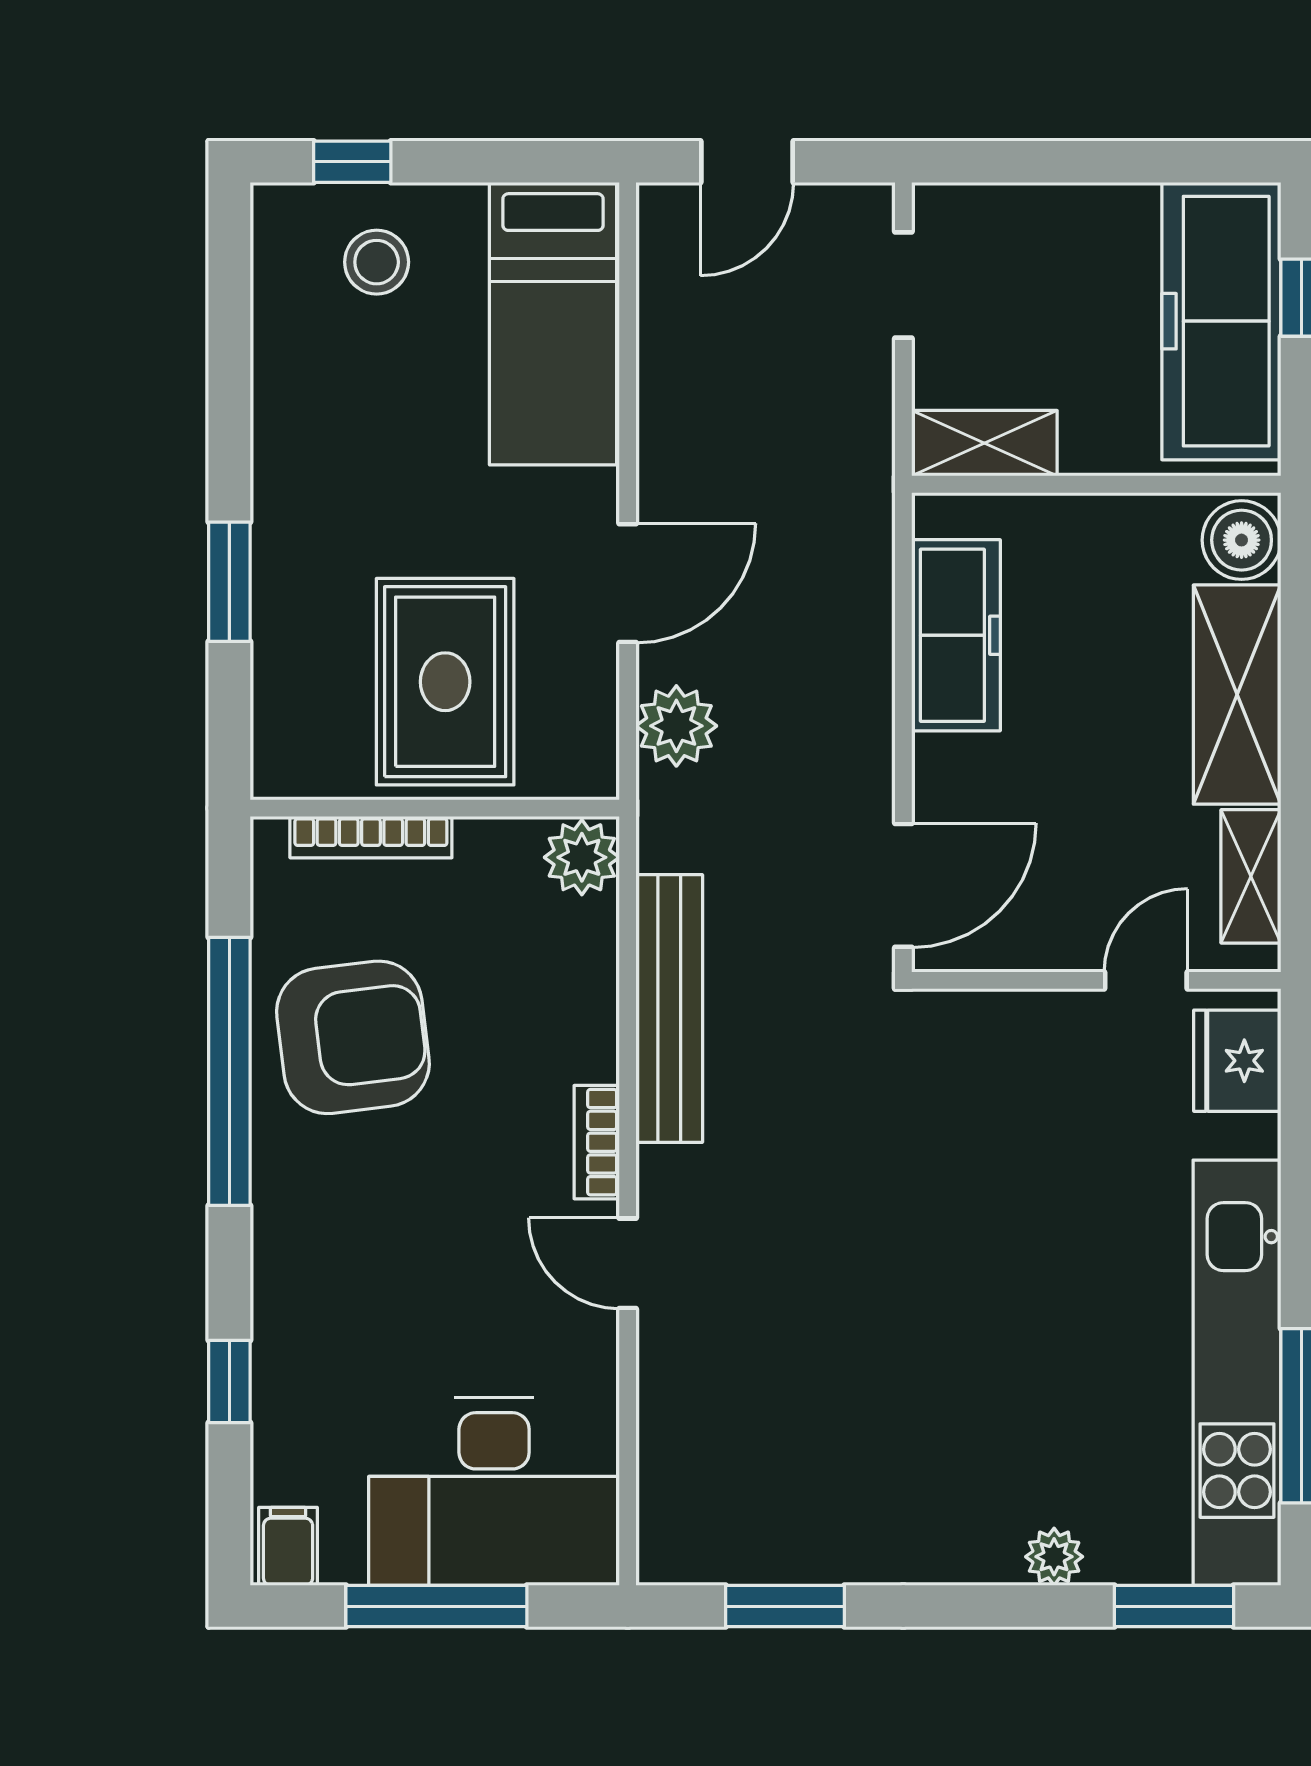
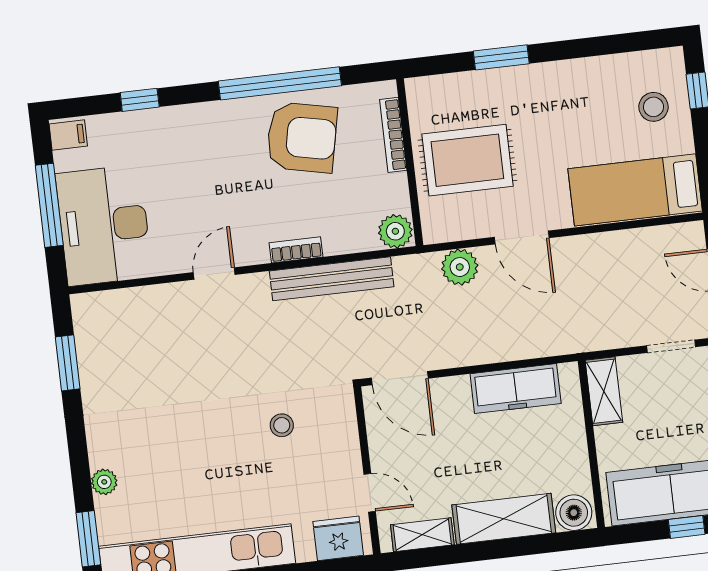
armchair: (353, 1037) -> (302, 137), turned -71
bookcase: (597, 1142) -> (296, 250), moved
stool: (976, 1155) -> (282, 425), added

